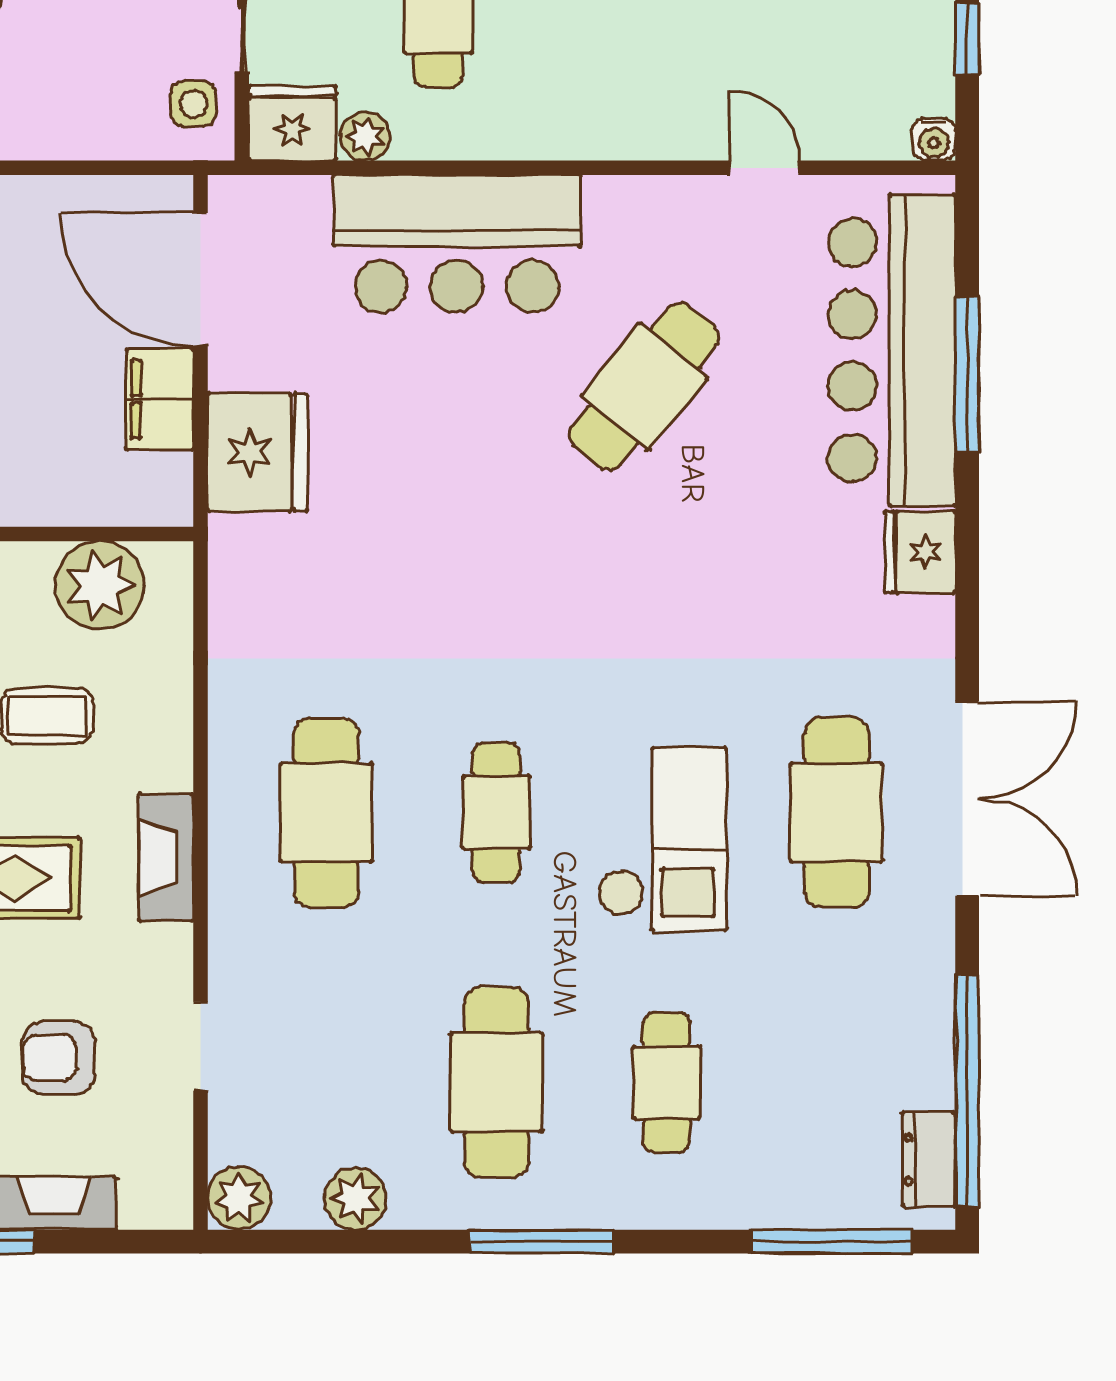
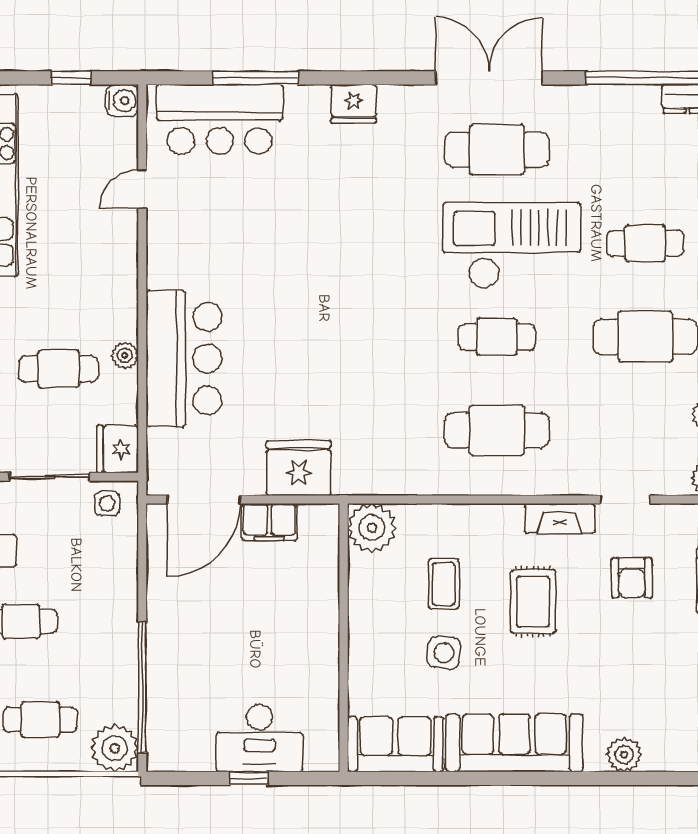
plant: (365, 136) -> (125, 355), moved
water cooler: (934, 139) -> (122, 101), width x1.38, depth x1.38
bar counter: (892, 350) -> (220, 119), width x0.73
cafe table: (644, 387) -> (263, 255), removed
plant: (100, 585) -> (372, 528), moved
checkout: (662, 839) -> (512, 246), width x1.36, depth x1.21
fireplace: (166, 857) -> (560, 519), moved

